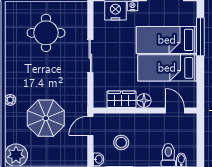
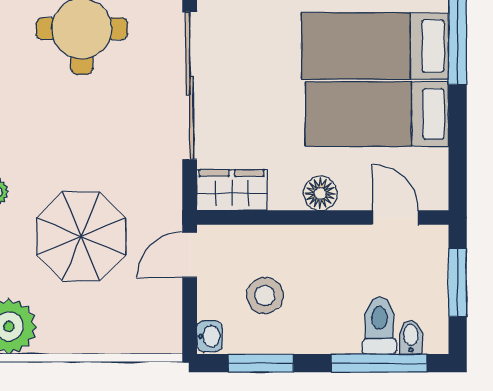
sliding door: (90, 56) -> (190, 86), width x1.86
wardrobe: (121, 99) -> (232, 190), moved
window: (200, 137) -> (458, 283), added

